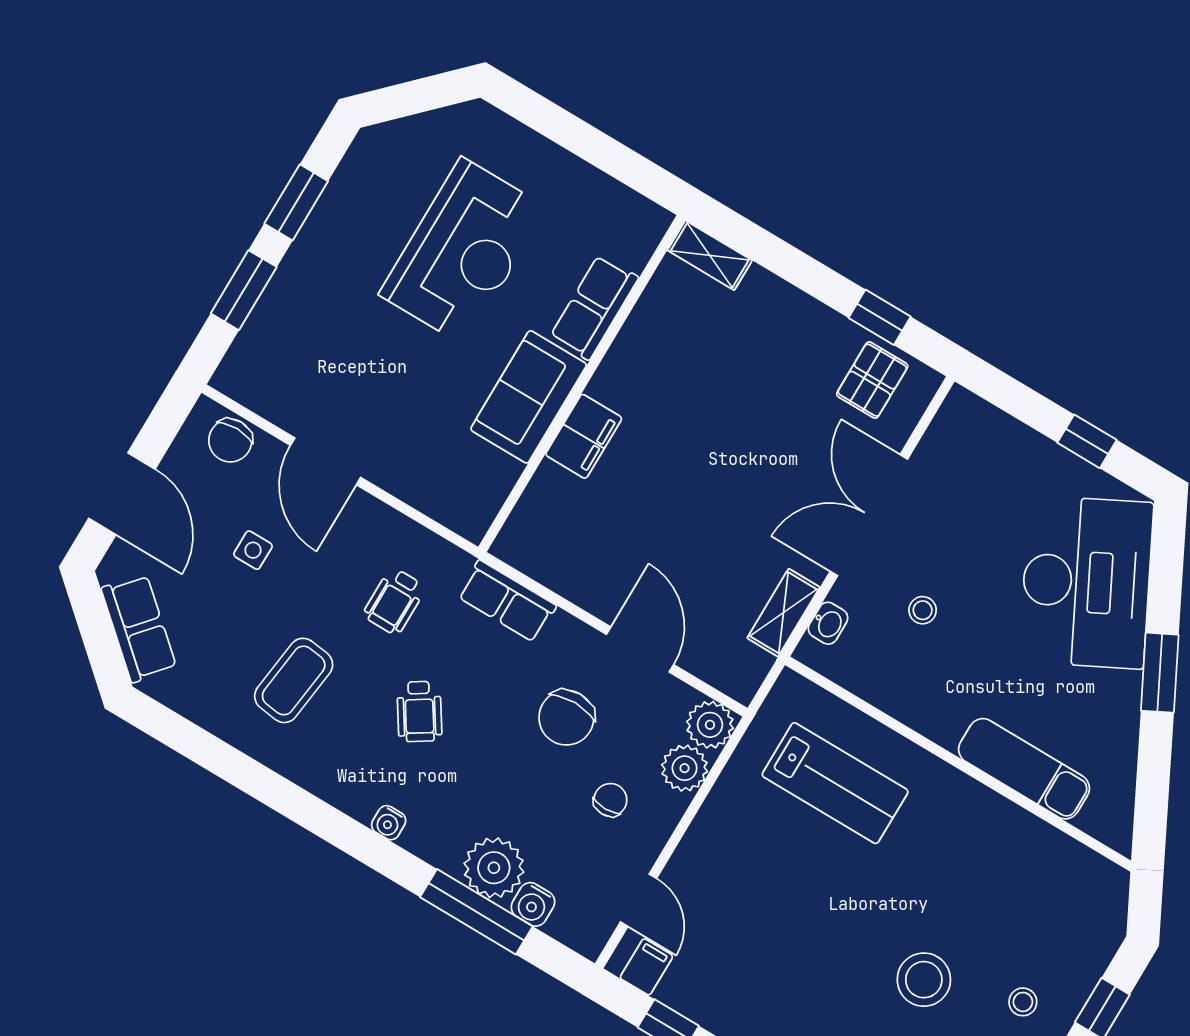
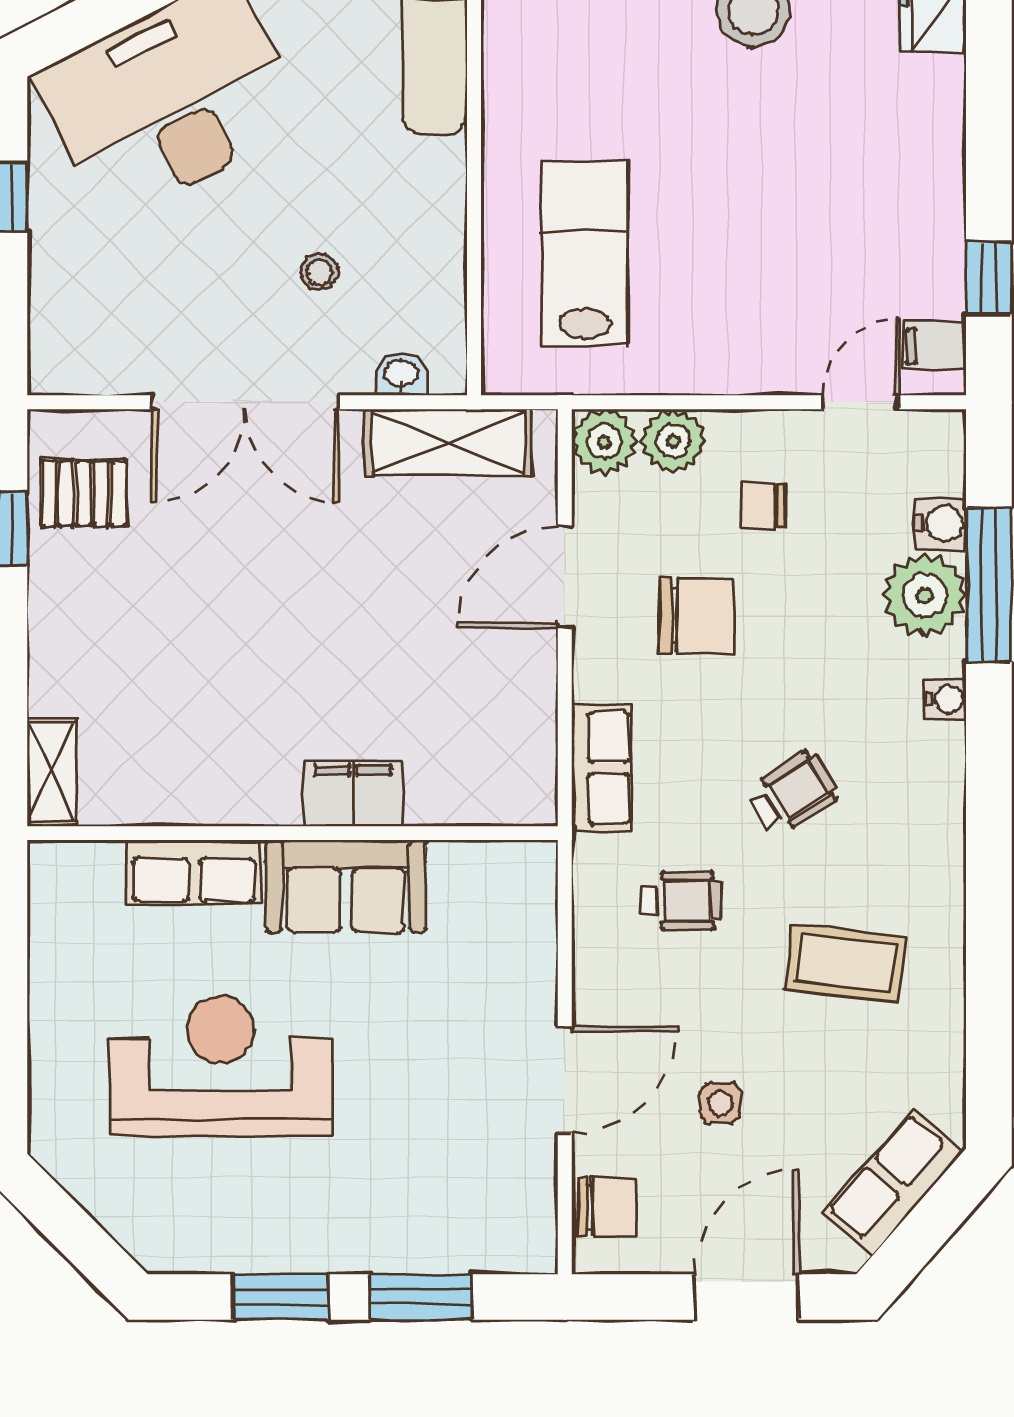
shelving: (783, 613) -> (448, 442), width x1.50, depth x1.33
water cooler: (389, 823) -> (946, 699), moved

